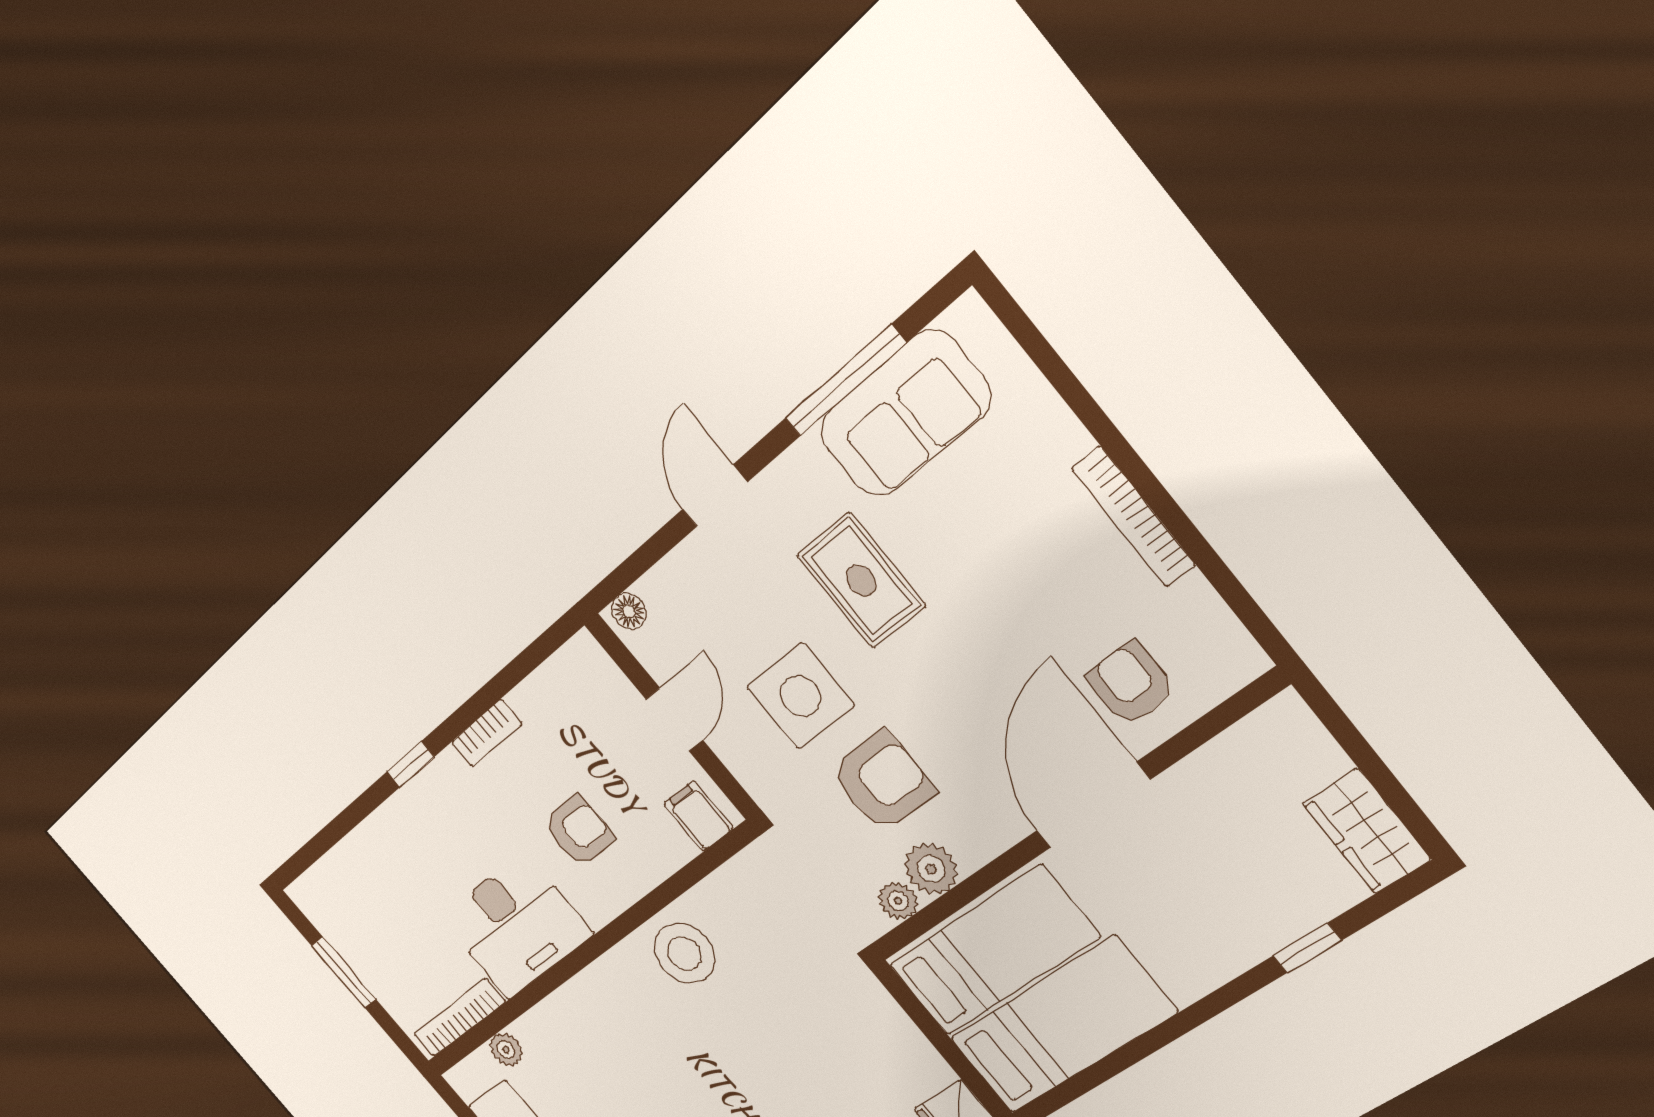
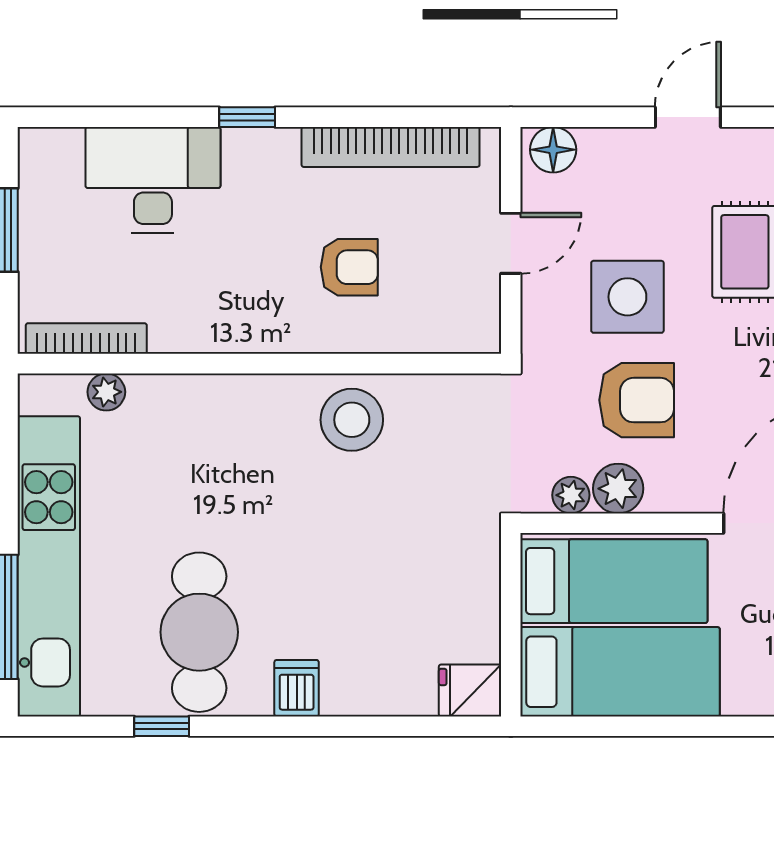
floor lamp: (629, 611) -> (553, 150), width x1.37, depth x1.37
bookcase: (487, 733) -> (391, 147), width x2.31, depth x1.31
filing cabinet: (698, 816) -> (464, 325), removed
desk: (516, 926) -> (153, 180), moved, turned 180

